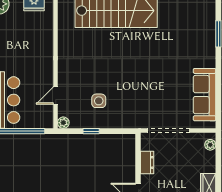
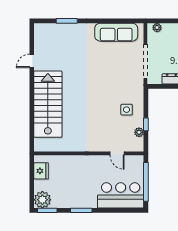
side table: (99, 101) -> (127, 110), moved
plant: (63, 123) -> (139, 132), moved

